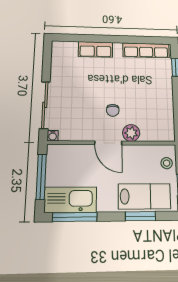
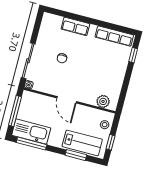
chair: (113, 110) -> (62, 58), moved
plant: (131, 133) -> (103, 101), moved

